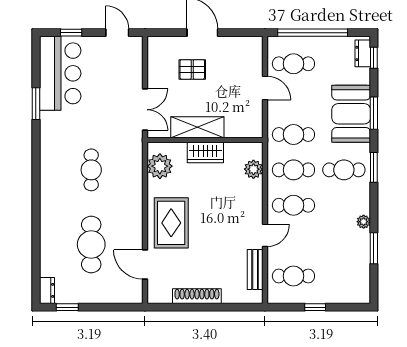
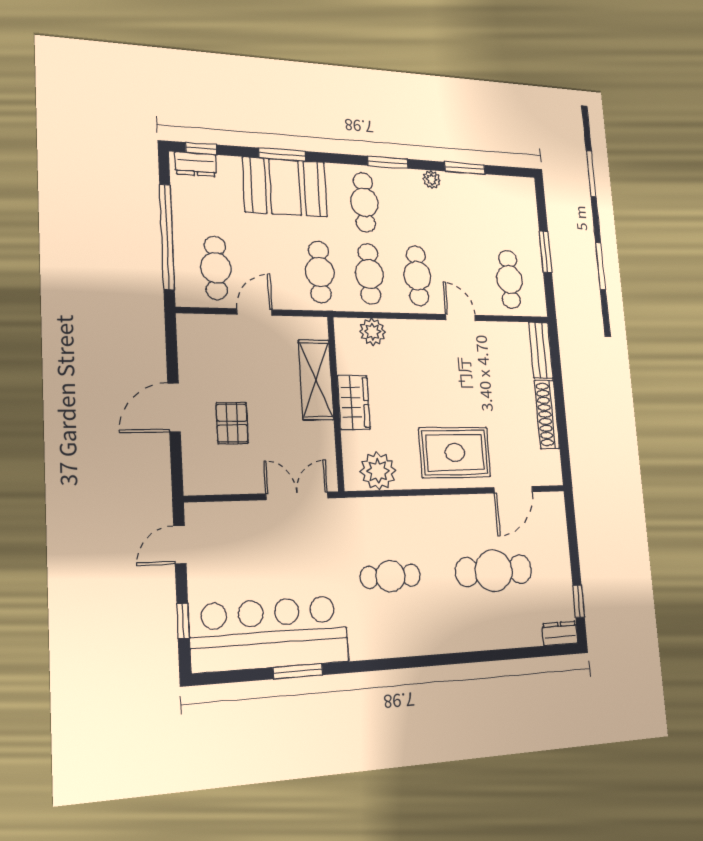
bar counter: (60, 73) -> (270, 634), width x1.36
shelving: (197, 127) -> (316, 380), moved
window: (374, 167) -> (388, 162), moved
bench: (255, 270) -> (541, 350), moved, turned 90
window: (315, 307) -> (546, 252), width x1.50

